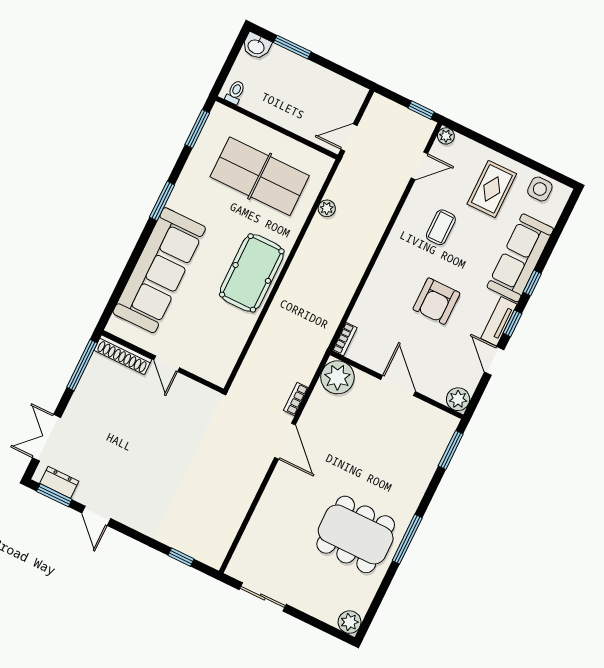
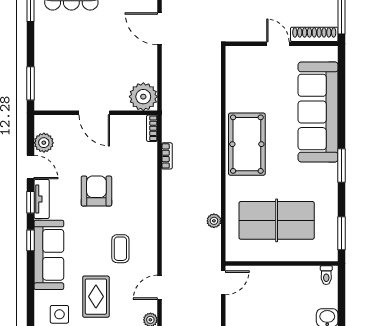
bookcase: (296, 399) -> (167, 156), moved
plant: (458, 399) -> (44, 143), moved

